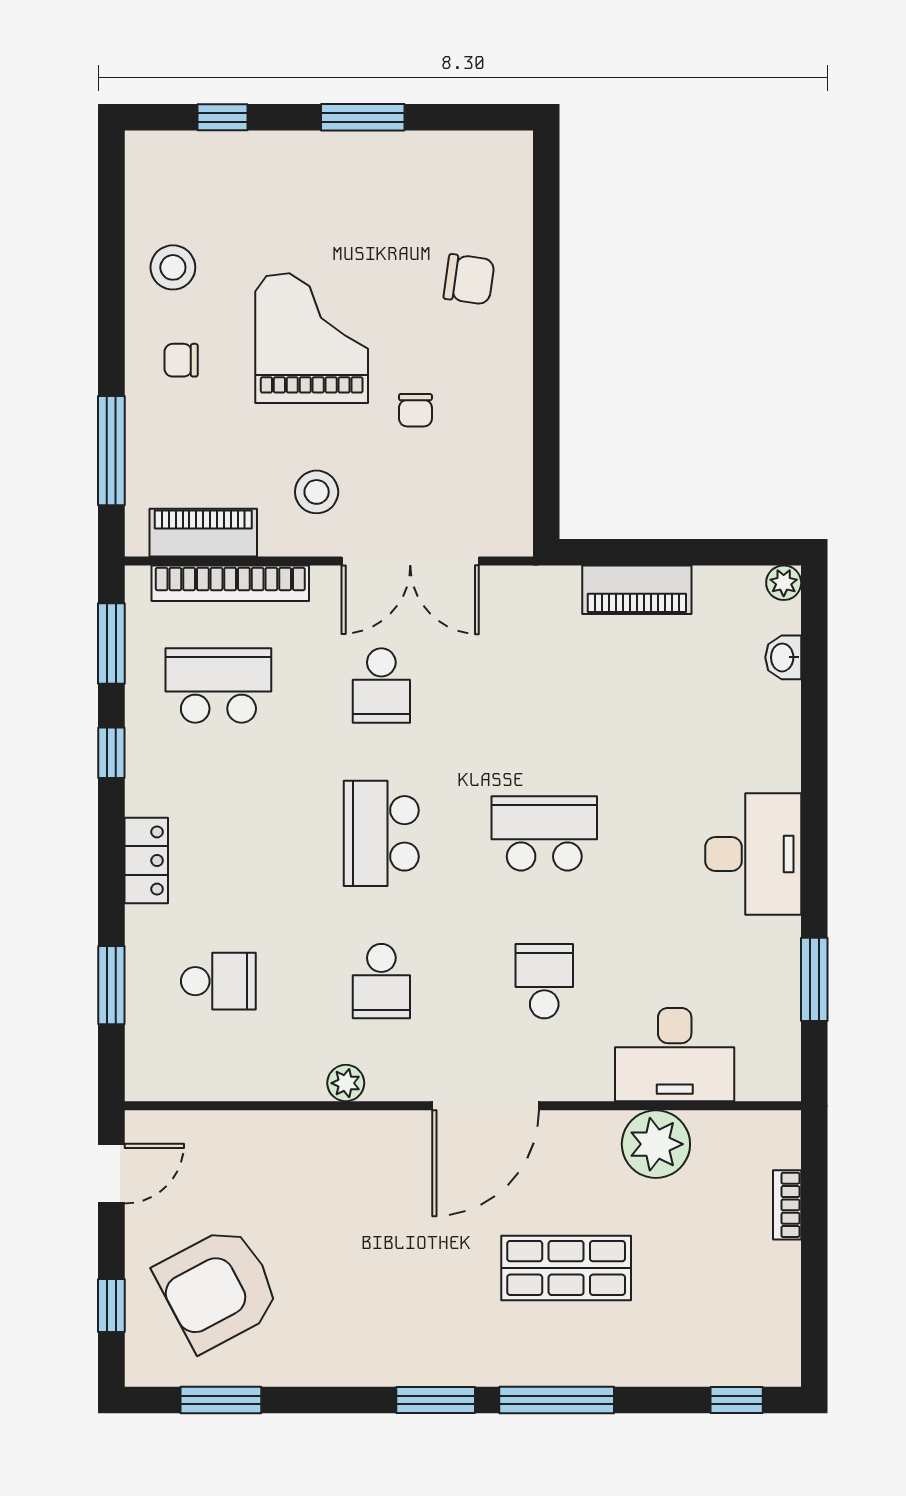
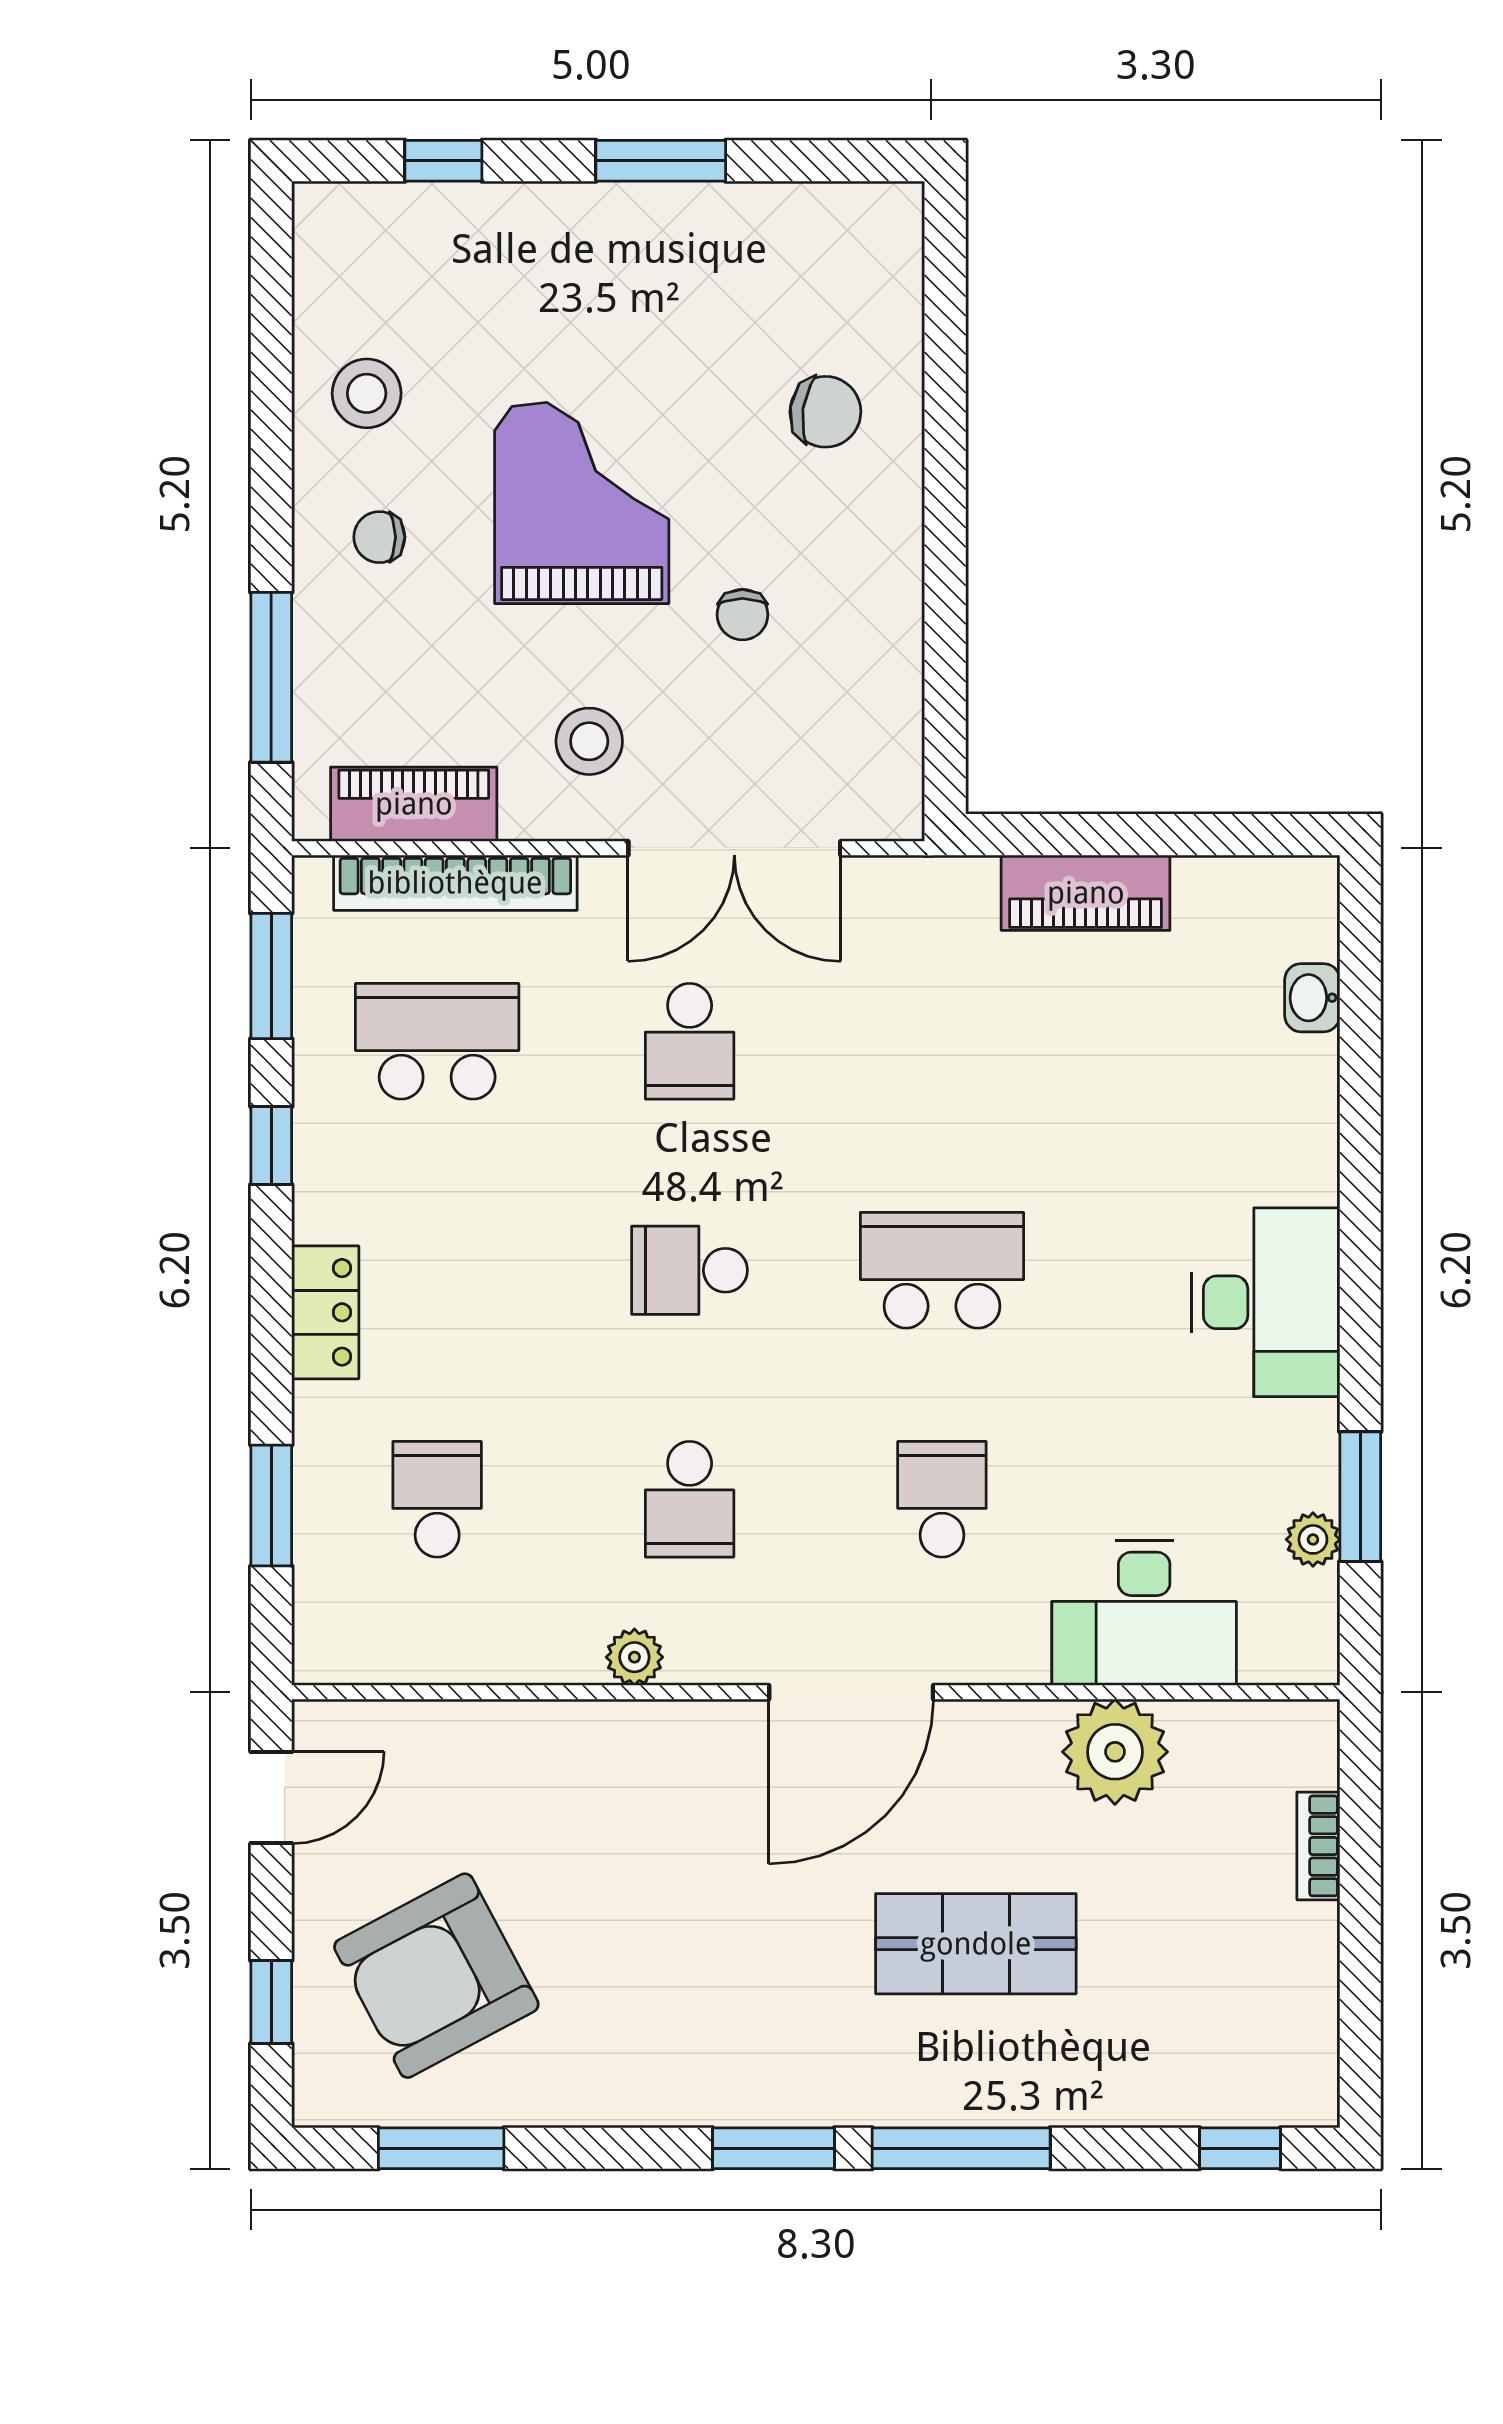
plant: (784, 583) -> (1313, 1539), moved
school desk: (381, 833) -> (690, 1270), width x0.54
school desk: (218, 981) -> (437, 1499), turned -90

